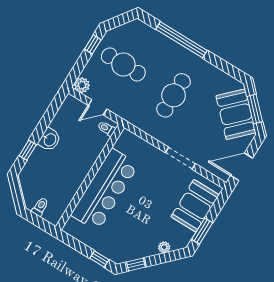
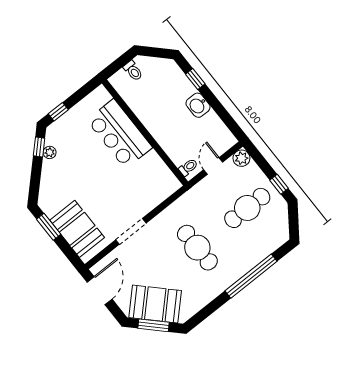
bar counter: (105, 190) -> (120, 134), width x0.73
plant: (164, 247) -> (50, 152), moved

